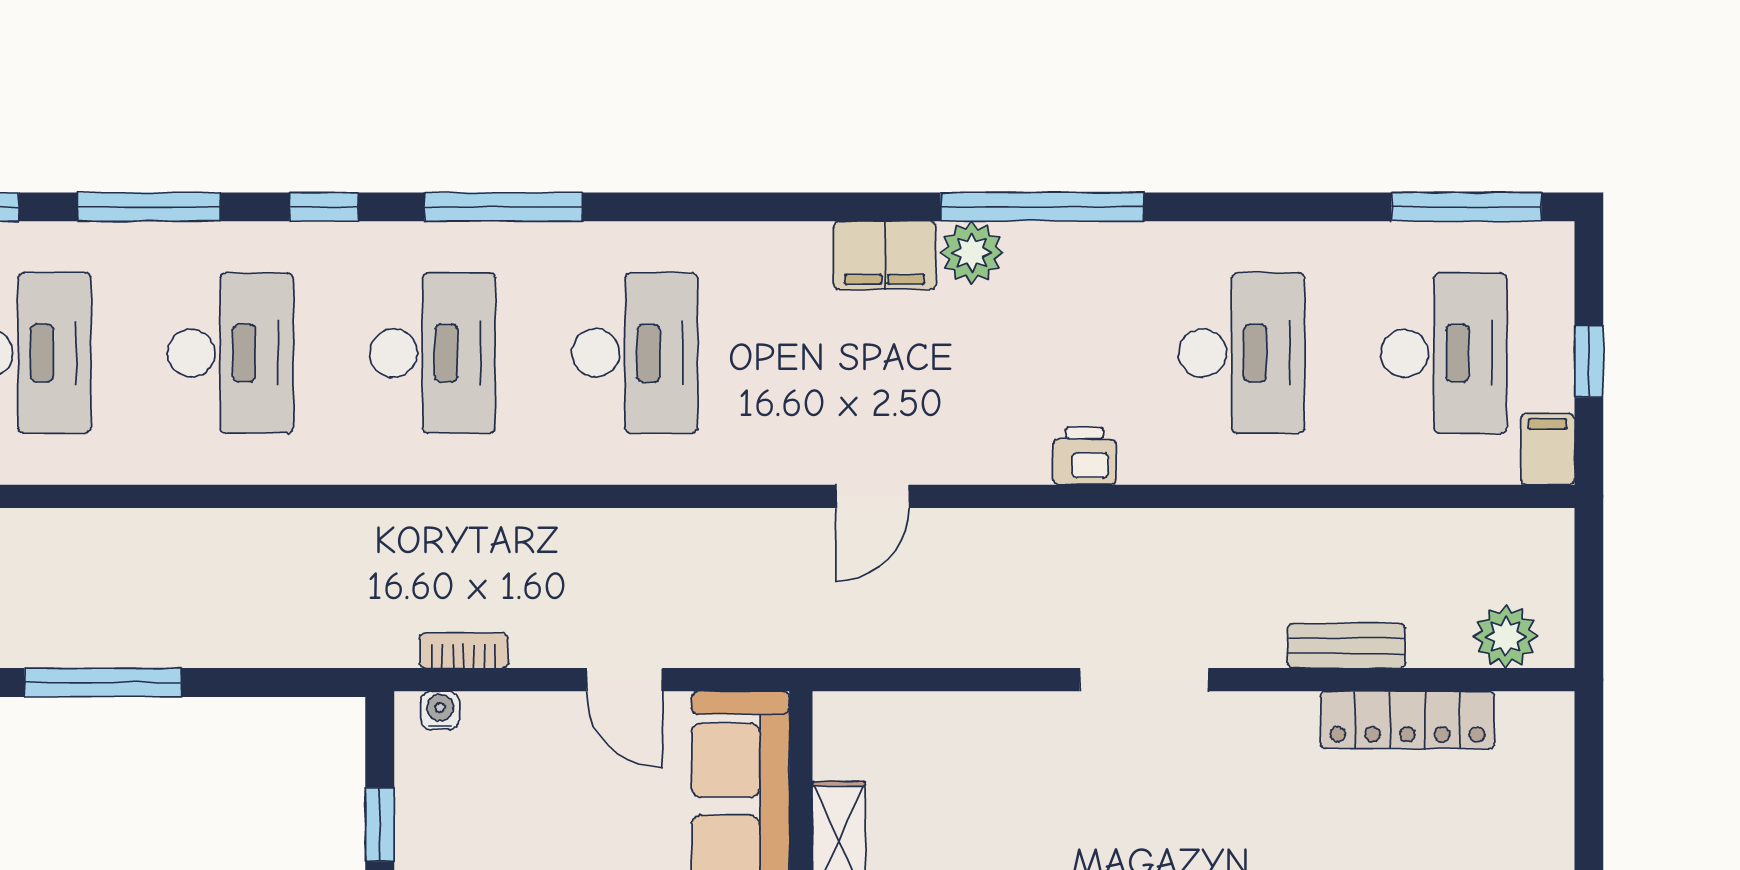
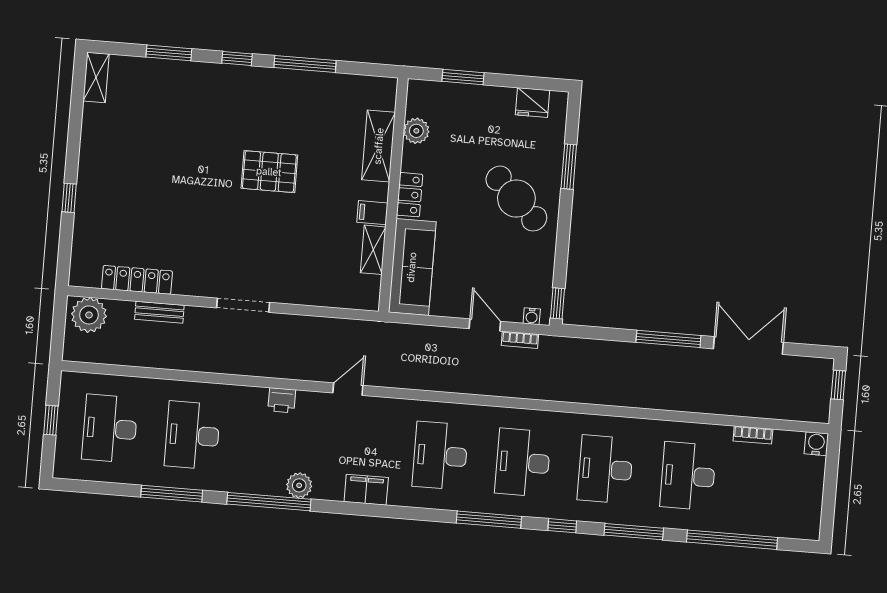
window: (1466, 207) -> (172, 494), moved
filing cabinet: (885, 255) -> (366, 490), moved
filing cabinet: (1548, 449) -> (71, 386), removed
printer: (1085, 456) -> (282, 400), moved
plant: (1506, 637) -> (89, 315), width x1.36, depth x1.36
door: (624, 680) -> (485, 325), moved
window: (380, 824) -> (558, 303), moved

